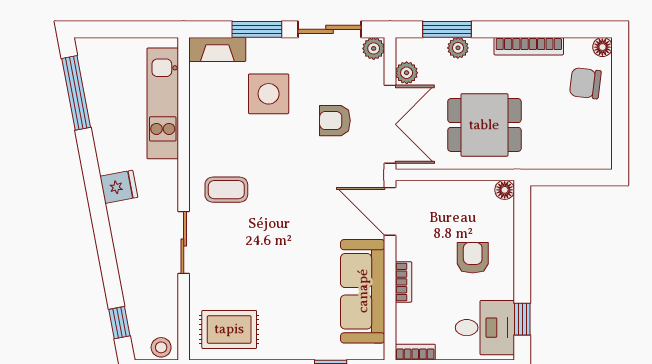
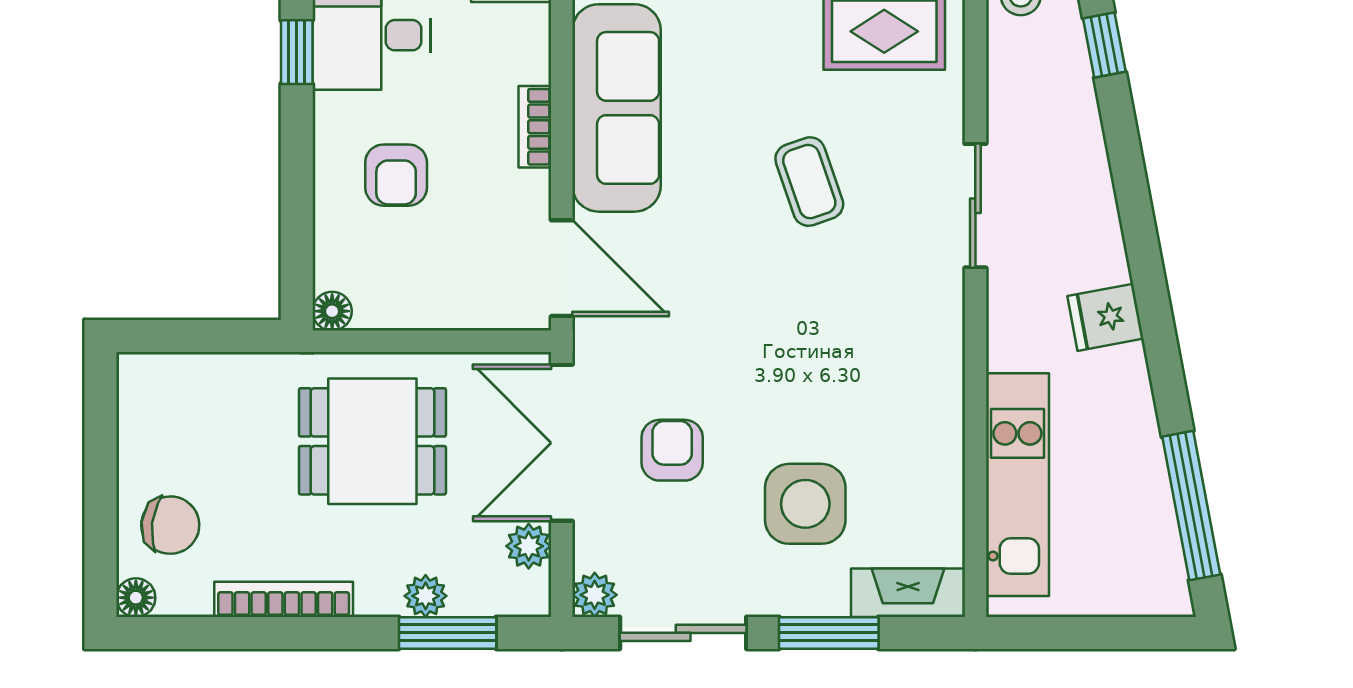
armchair: (335, 121) -> (672, 450), turned -90
coffee table: (226, 190) -> (809, 182), moved, turned 71

